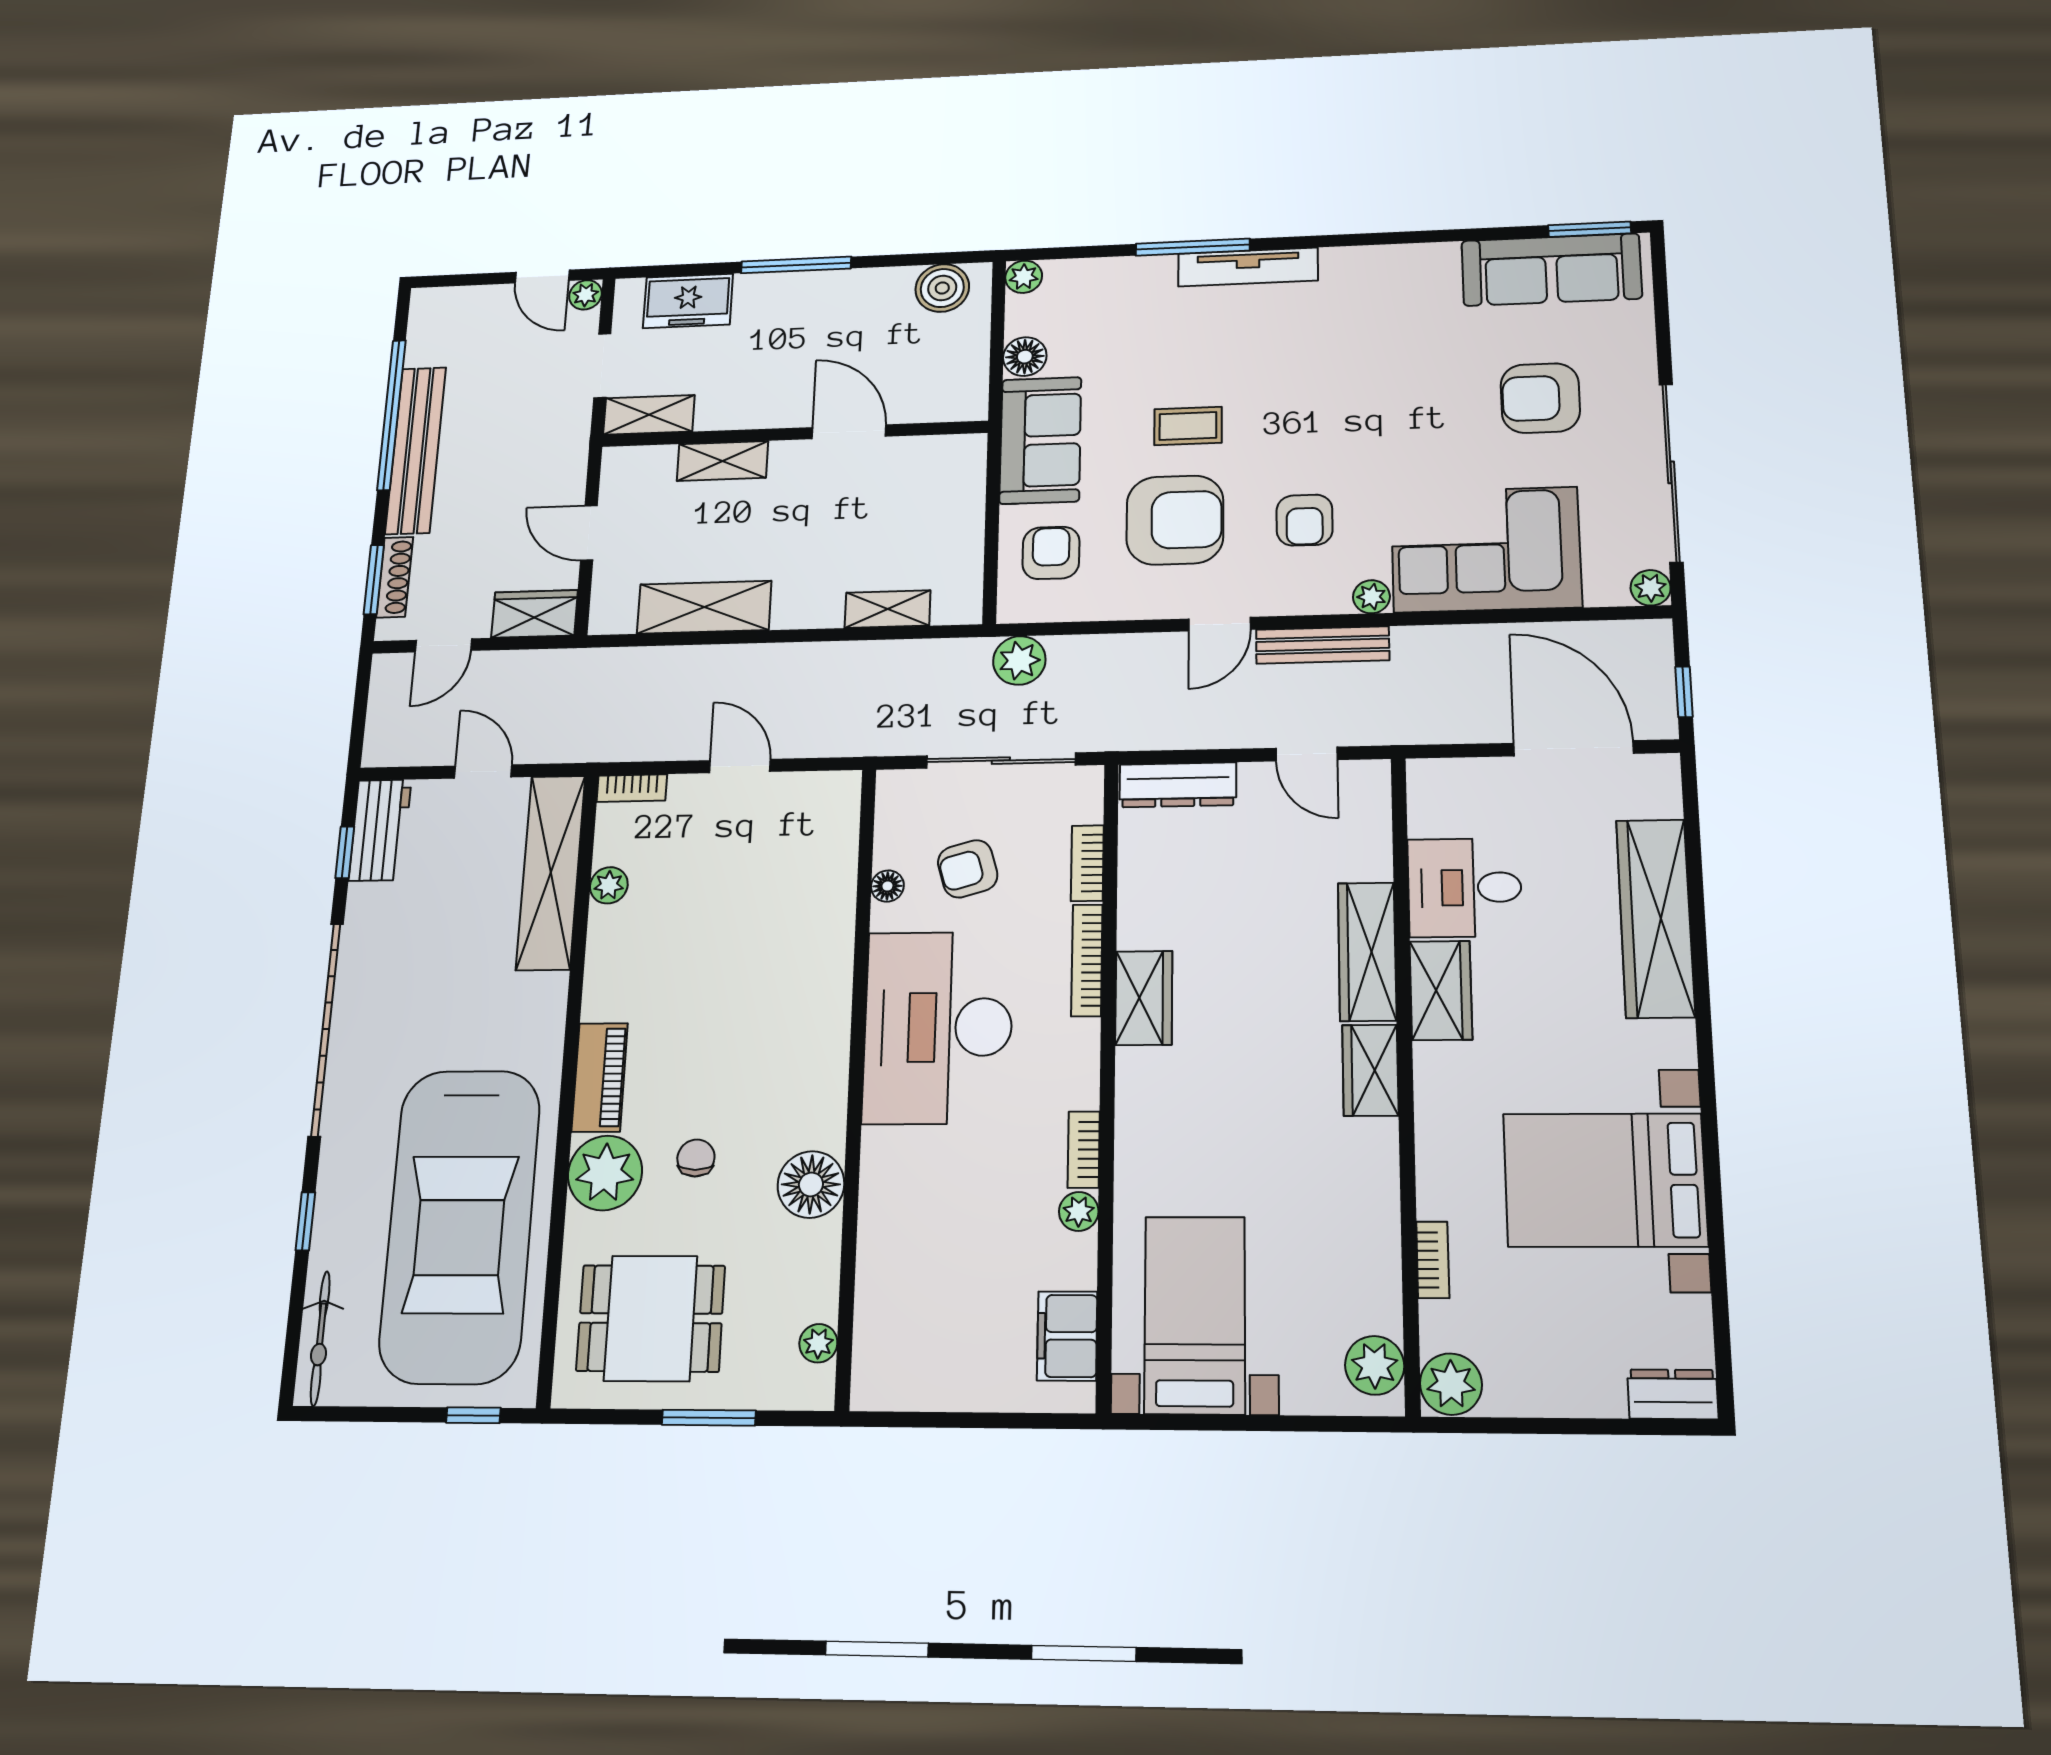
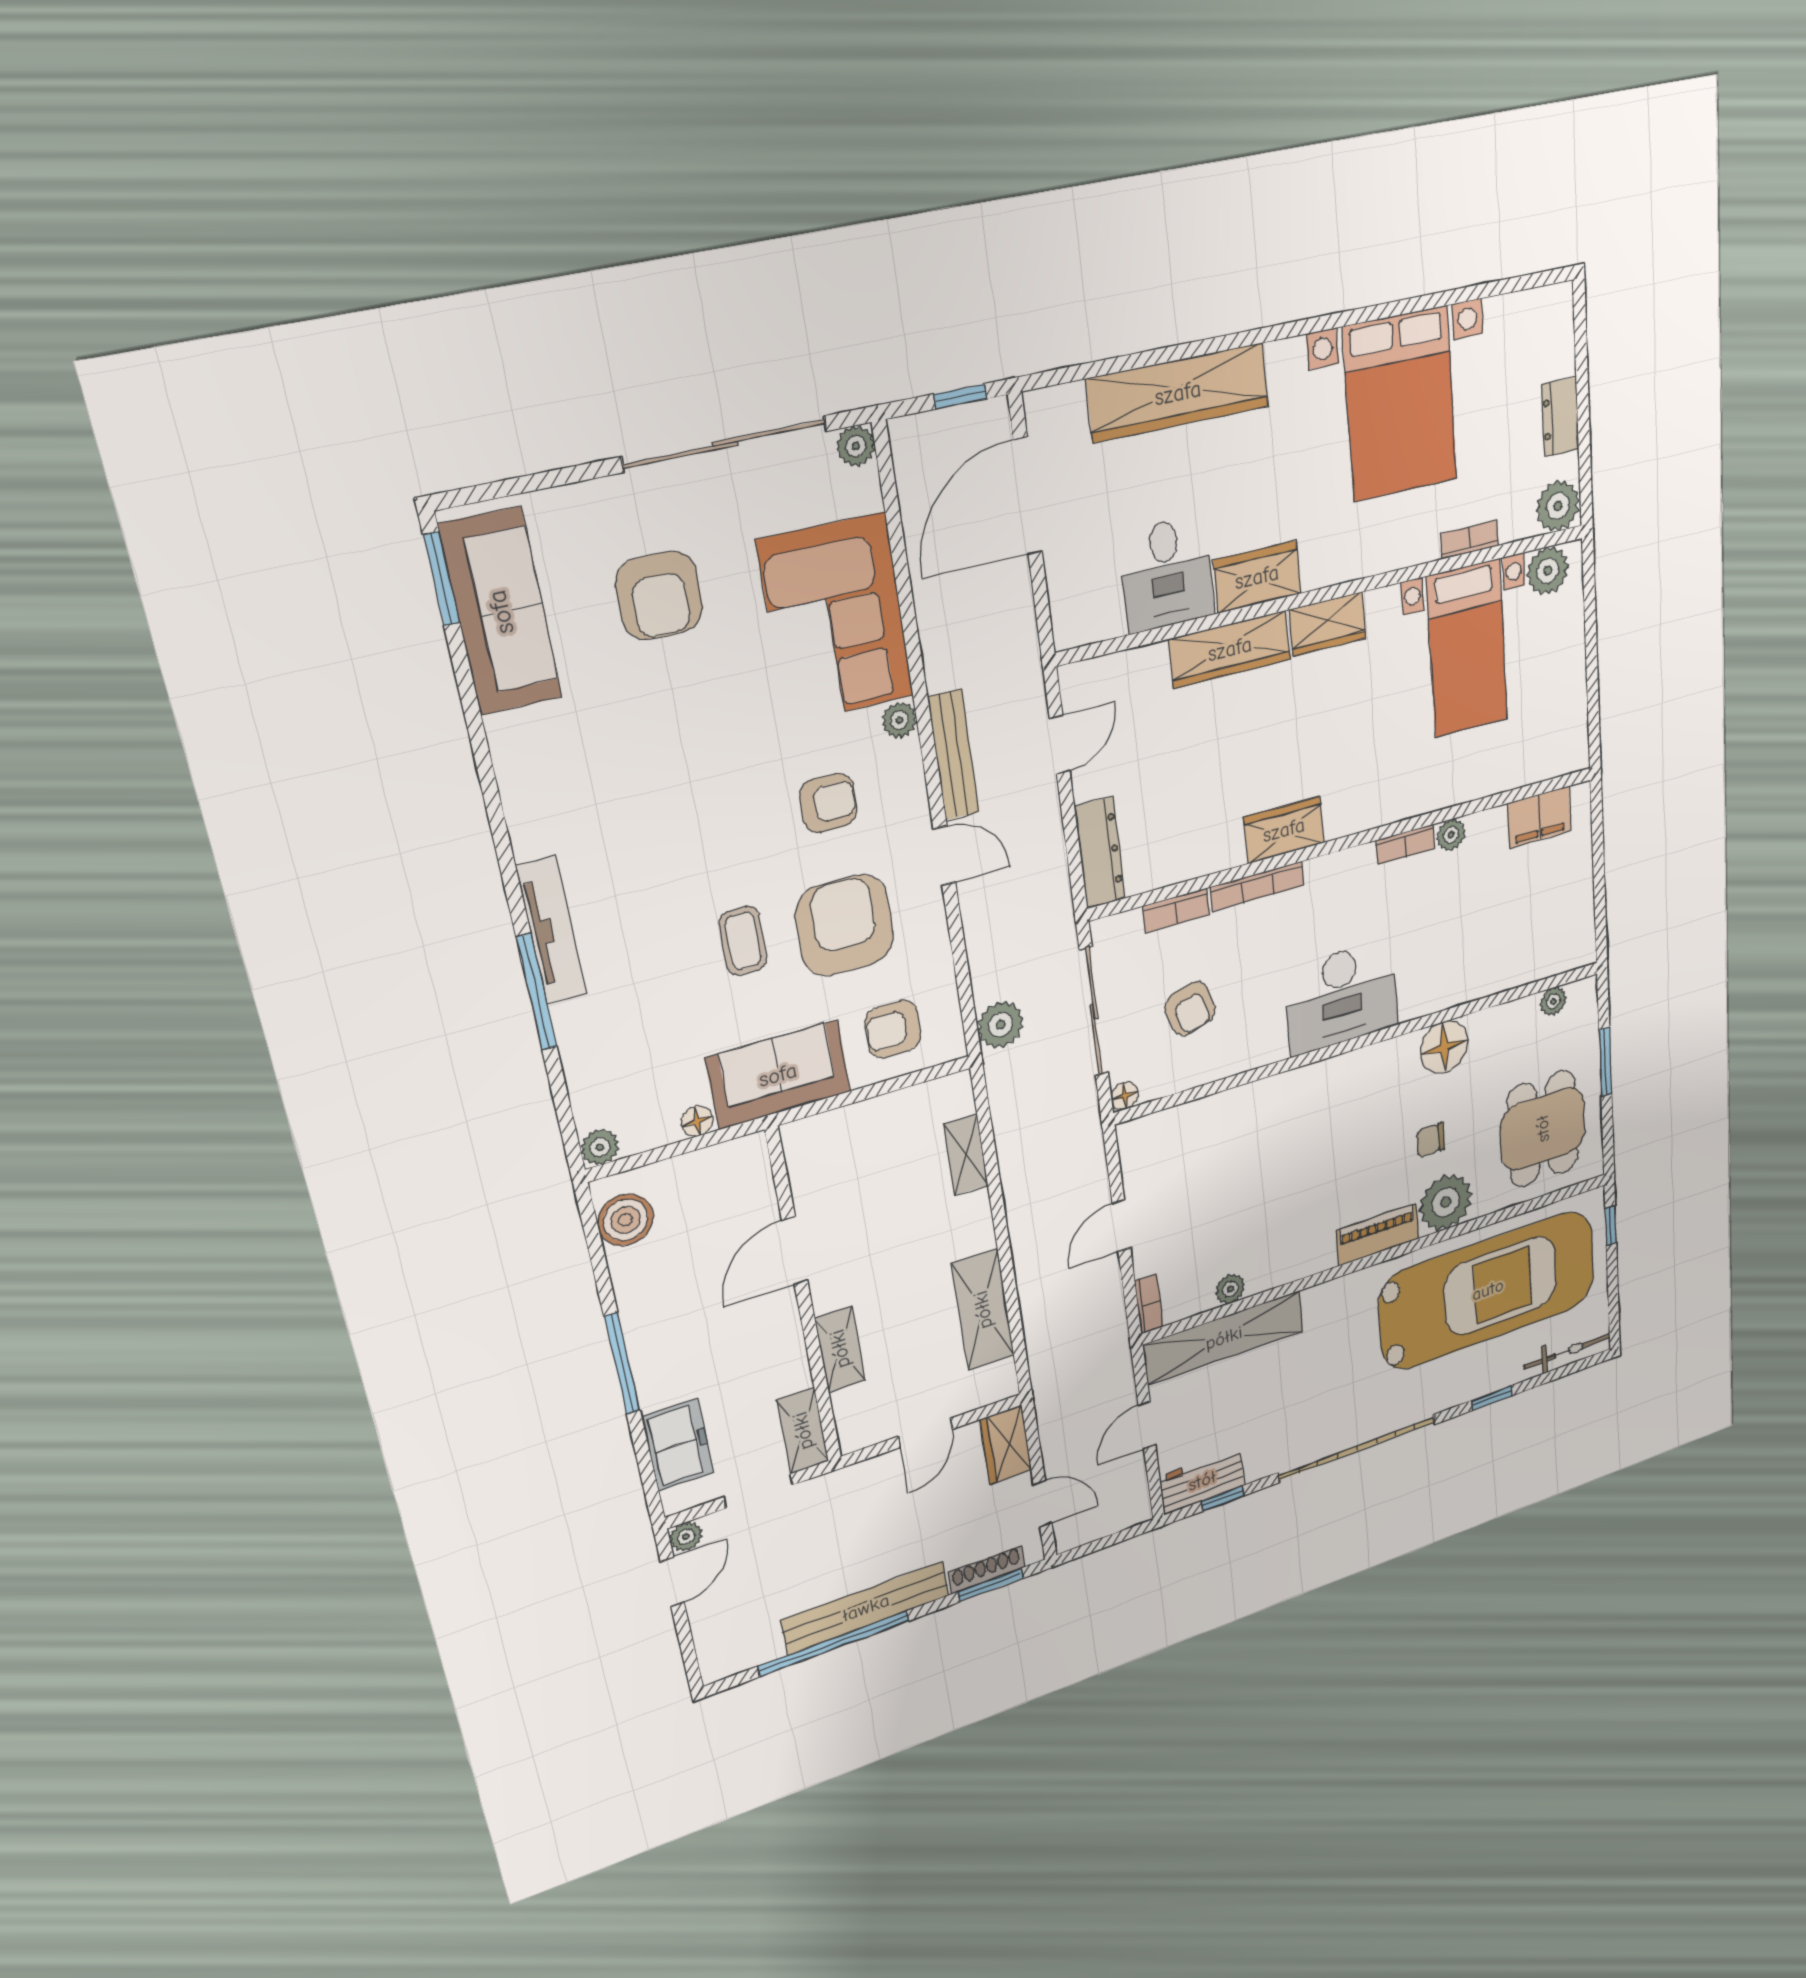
floor lamp: (1025, 357) -> (697, 1121), width x0.73, depth x0.73
floor lamp: (887, 886) -> (1125, 1096), moved
desk: (938, 1027) -> (1341, 997), width x0.73, depth x0.77
bed with nightstands: (1195, 1315) -> (1467, 649), moved, turned -90
dresser: (1673, 1394) -> (1560, 417), moved

